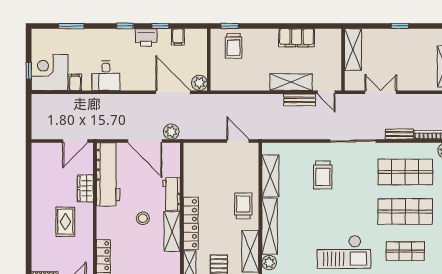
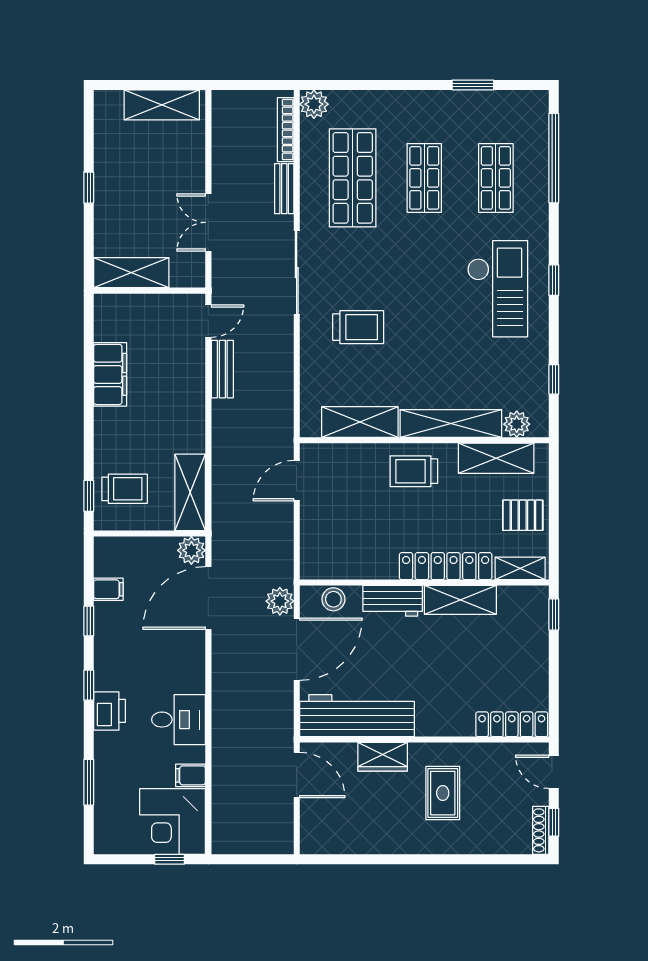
printer: (146, 37) -> (109, 711), moved
shelving: (291, 82) -> (190, 492), moved
shop shelf: (405, 212) -> (424, 178), width x0.70, depth x0.74
stool: (143, 218) -> (333, 599), moved
rug: (65, 222) -> (443, 793), turned 90

